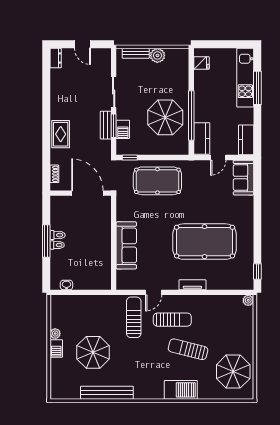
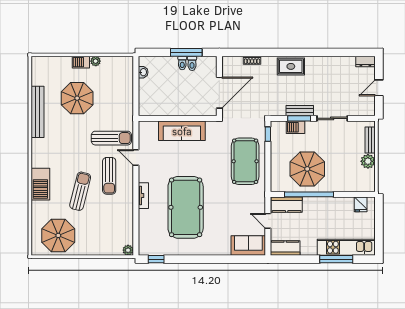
wall: (81, 193) -> (219, 86), moved
door: (87, 193) -> (219, 93), moved

